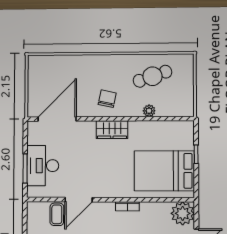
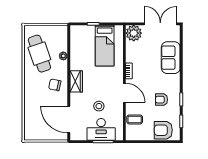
cafe table: (152, 76) -> (39, 54), width x1.37, depth x1.35
stool: (76, 163) -> (99, 106), added
bed: (164, 171) -> (105, 46), width x0.67
door: (79, 200) -> (124, 93), moved

